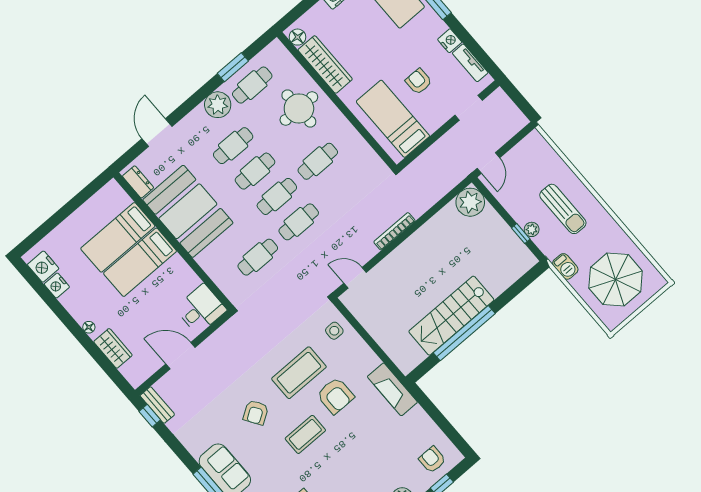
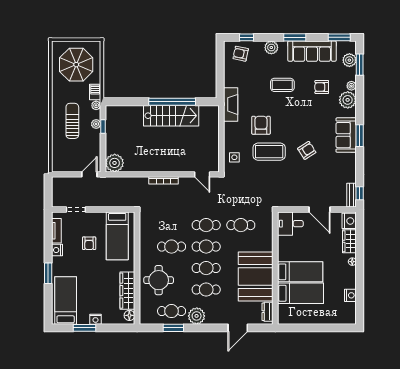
plant: (551, 252) -> (96, 105), added
nightstand: (43, 267) -> (349, 221), moved
coffee table: (305, 434) -> (282, 85), moved
armchair: (432, 460) -> (241, 54), turned 102

